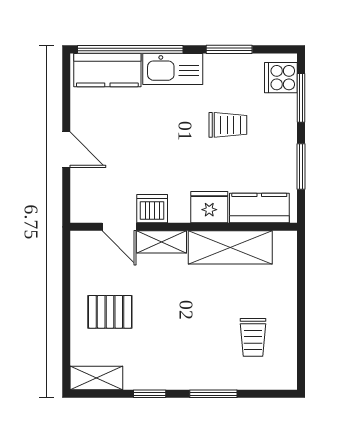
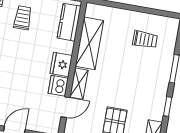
trolley: (228, 125) -> (23, 18), moved
fridge: (209, 207) -> (61, 64), moved

